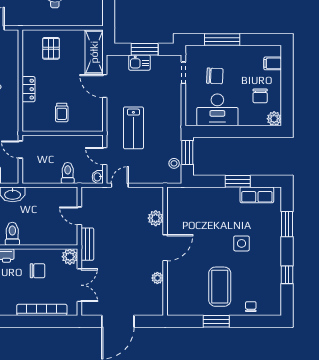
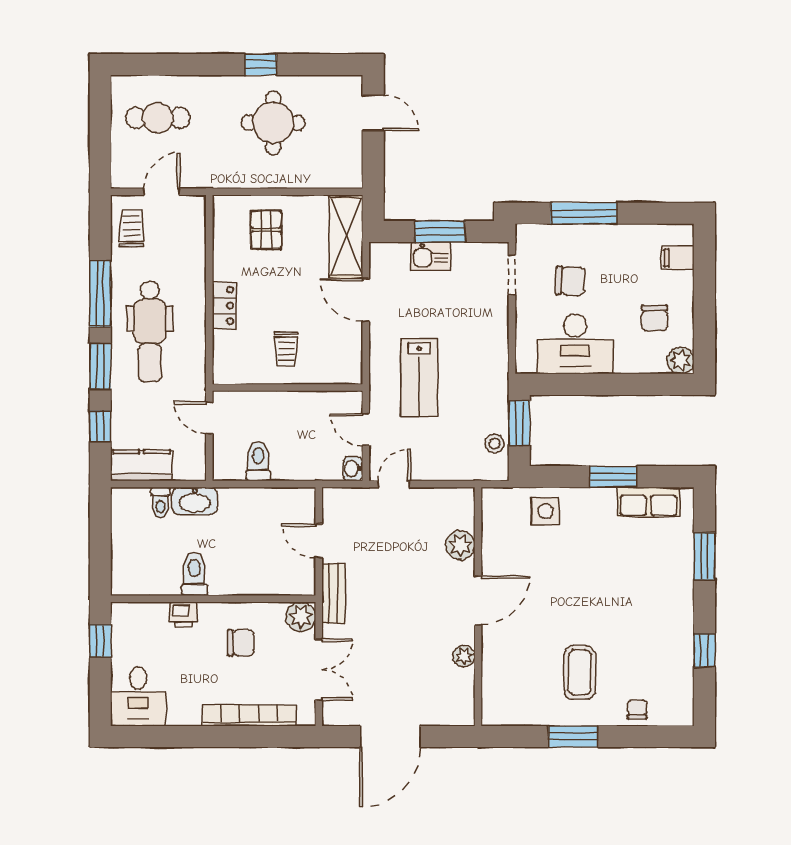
toilet: (68, 173) -> (258, 461), moved
side table: (241, 243) -> (545, 511), moved
coffee table: (220, 287) -> (580, 672), width x0.73, depth x0.76

